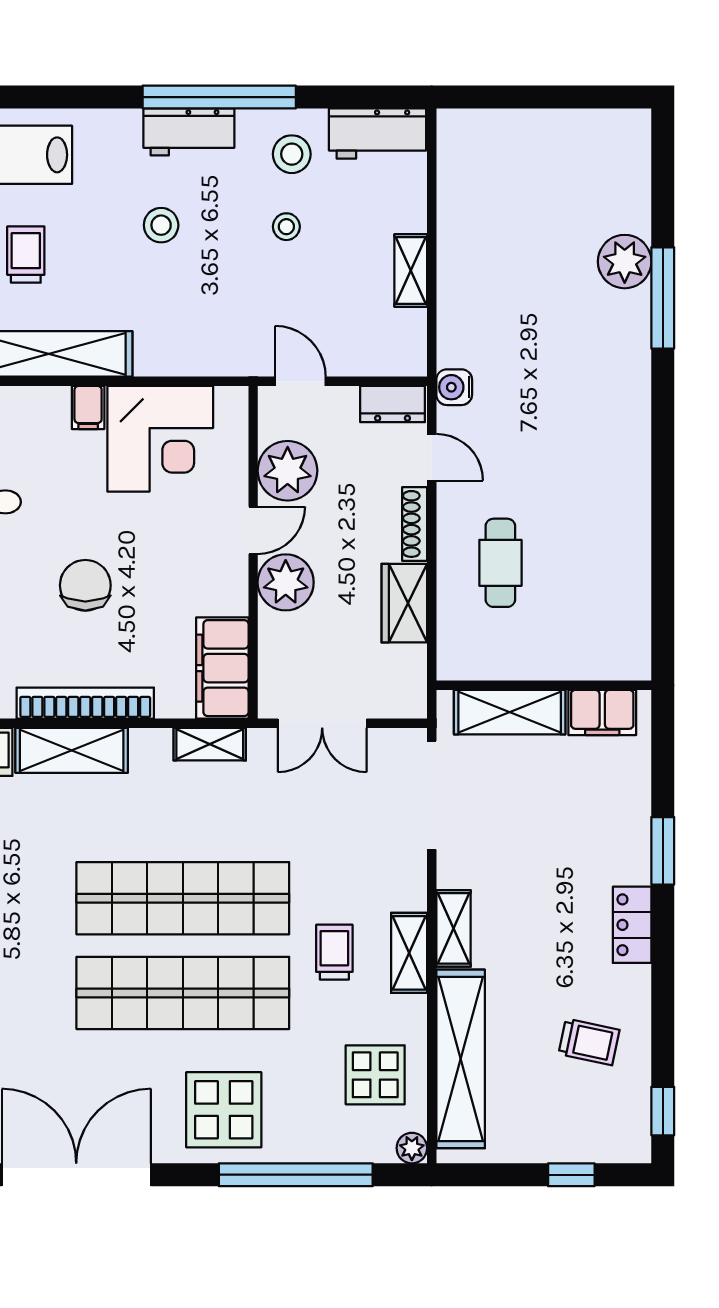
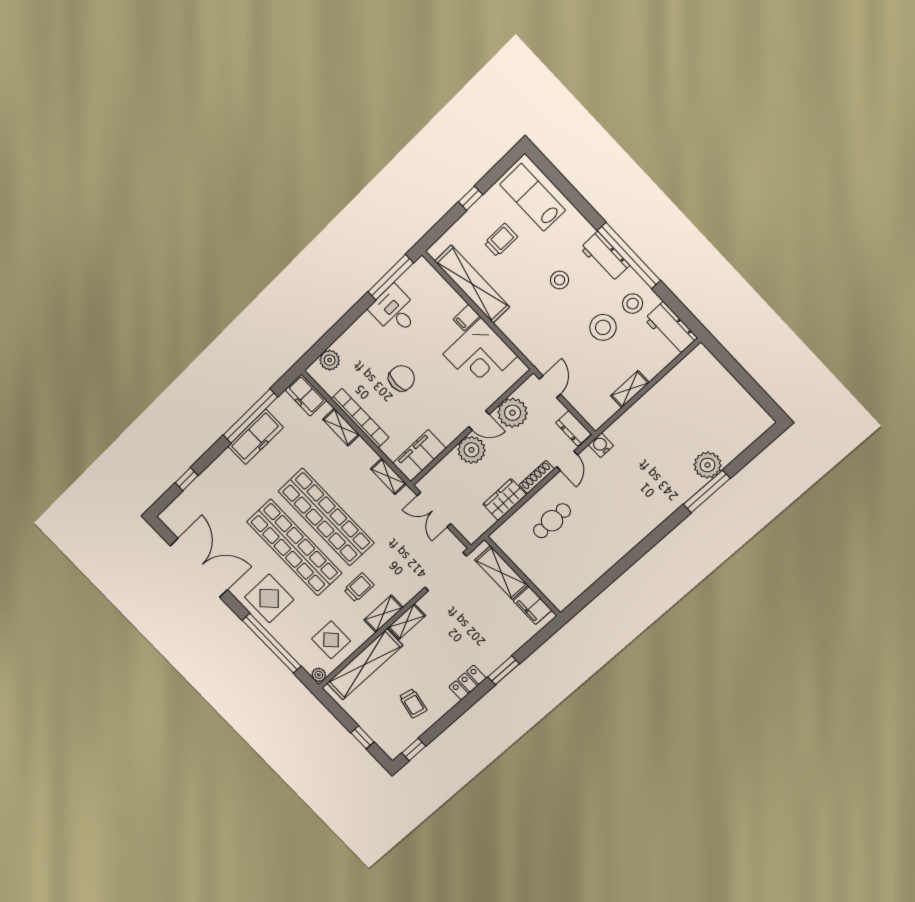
stool: (286, 227) -> (603, 327), width x1.89, depth x1.89
shelving: (72, 750) -> (341, 427), width x0.67, depth x0.75

